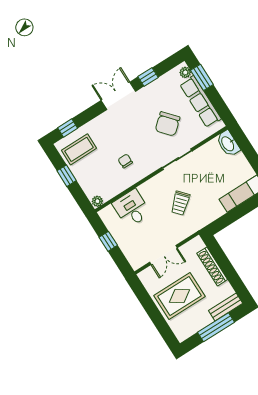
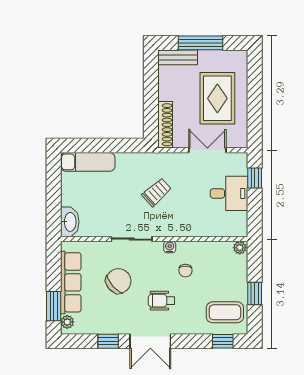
wheelchair: (129, 129) -> (161, 301), added
water cooler: (147, 171) -> (170, 247), added
desk: (132, 208) -> (229, 193), moved, turned -90
window: (108, 241) -> (255, 178), moved
shoe rack: (212, 266) -> (165, 125), moved
rug: (179, 296) -> (217, 98), turned 90

